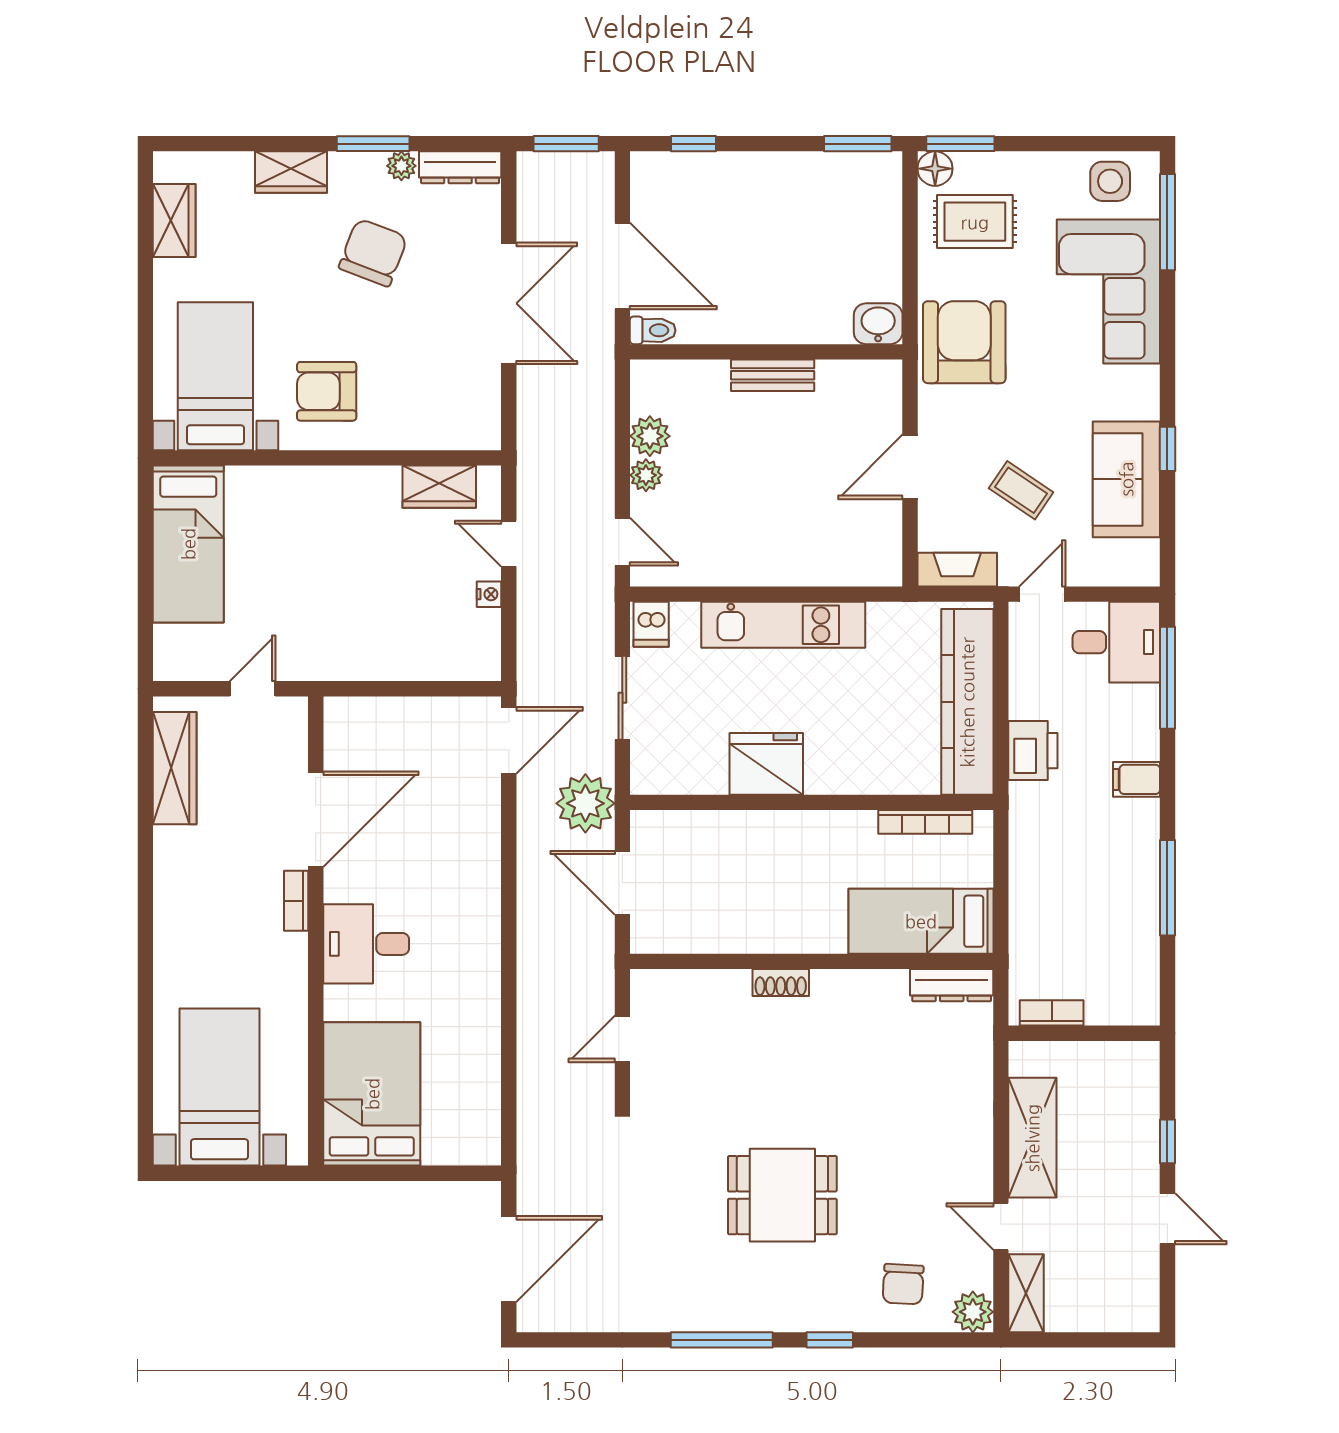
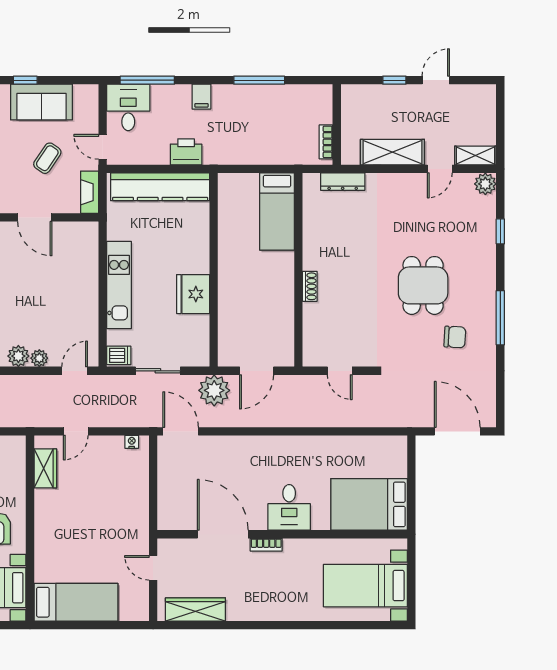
nightstand: (489, 594) -> (132, 442), moved
bookcase: (925, 822) -> (224, 209), removed
dresser: (952, 985) -> (343, 182), moved, turned 90
chair: (903, 1284) -> (455, 337), moved
window: (830, 1340) -> (500, 231), moved

